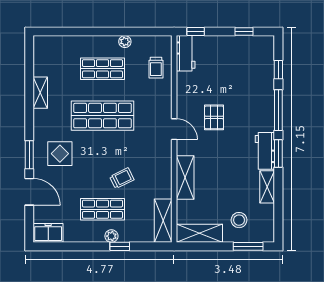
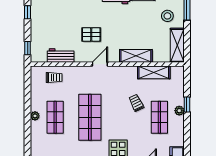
plant: (125, 42) -> (35, 116), moved
workbench: (186, 53) -> (61, 56), moved
shelving: (163, 221) -> (154, 72), moved

